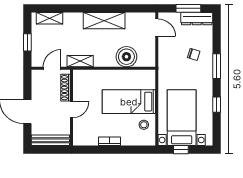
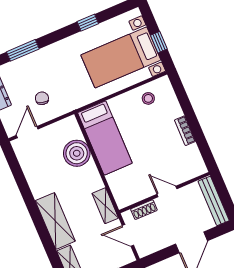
shelving: (104, 21) -> (55, 221), moved
chair: (194, 54) -> (42, 98), moved
window: (217, 66) -> (23, 50), moved
shoe rack: (65, 88) -> (144, 210), width x0.70
bed: (129, 102) -> (105, 138), moved

